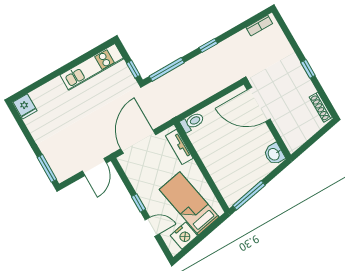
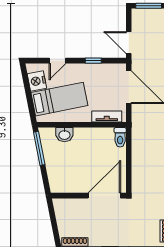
washbasin: (274, 154) -> (64, 135), moved, turned 180
window: (138, 203) -> (93, 61), moved

